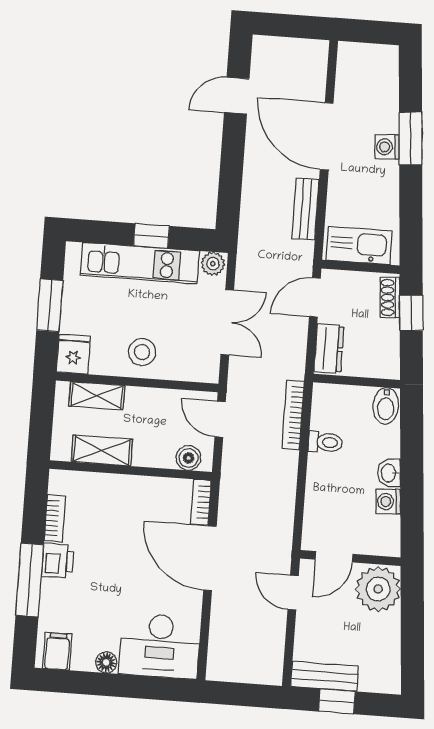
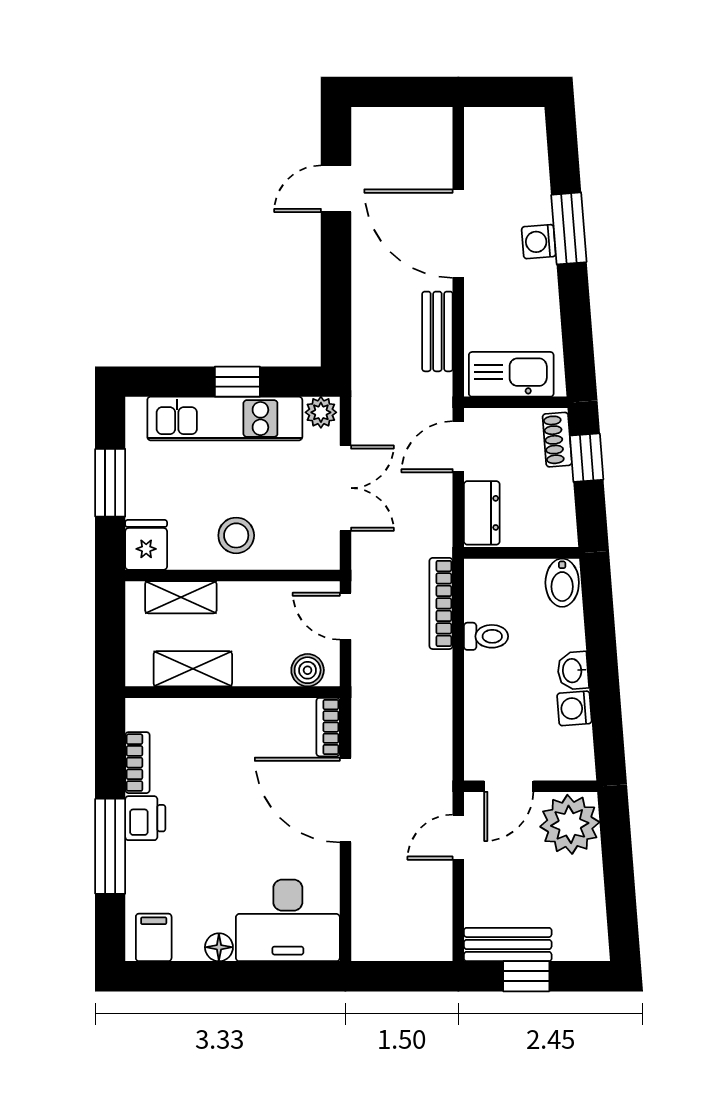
door: (293, 592) -> (458, 837), hinge flipped

